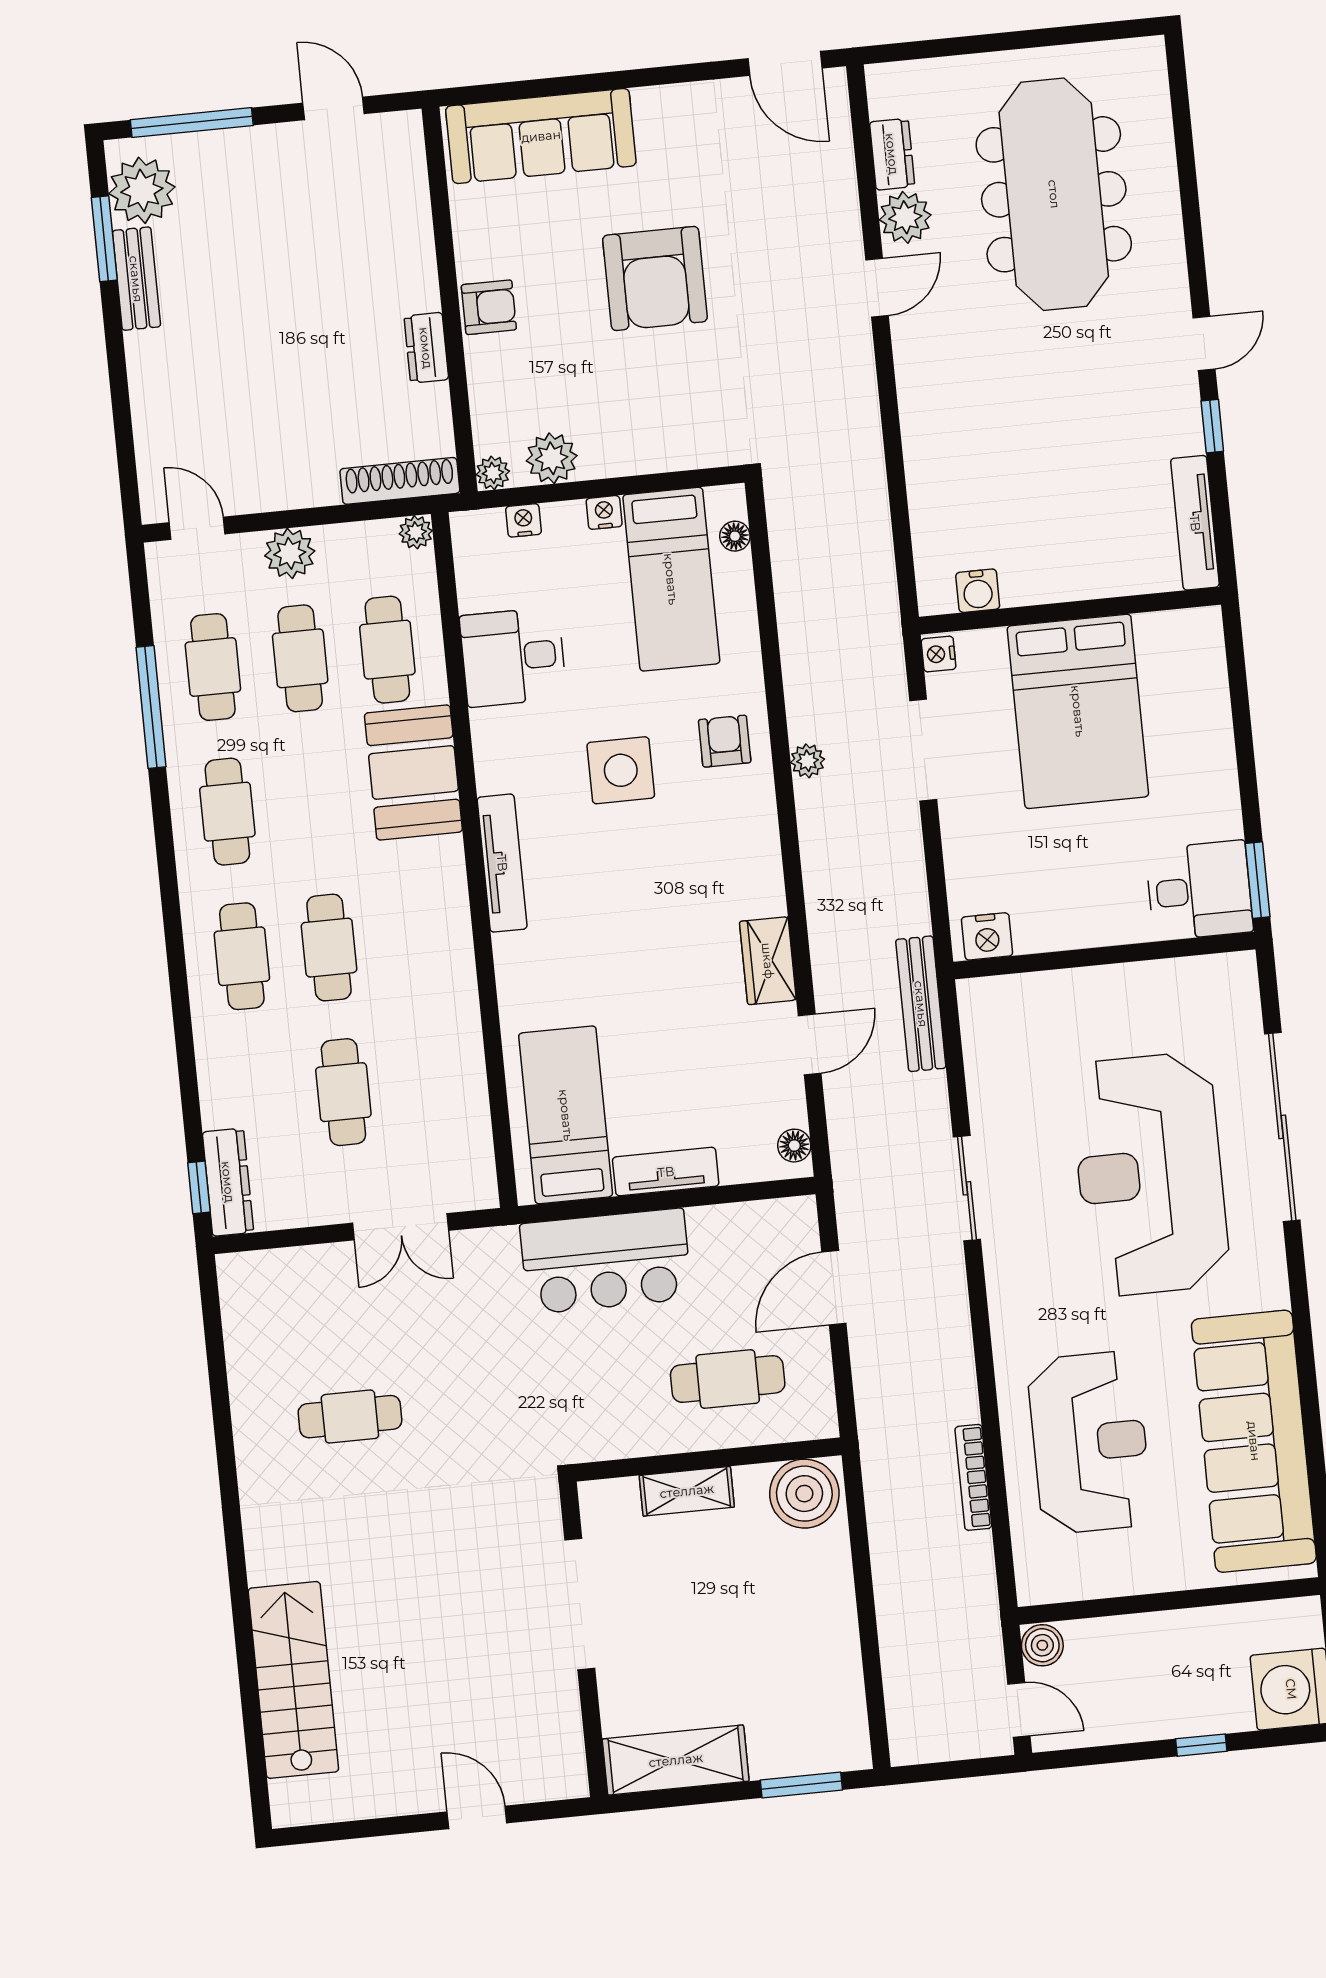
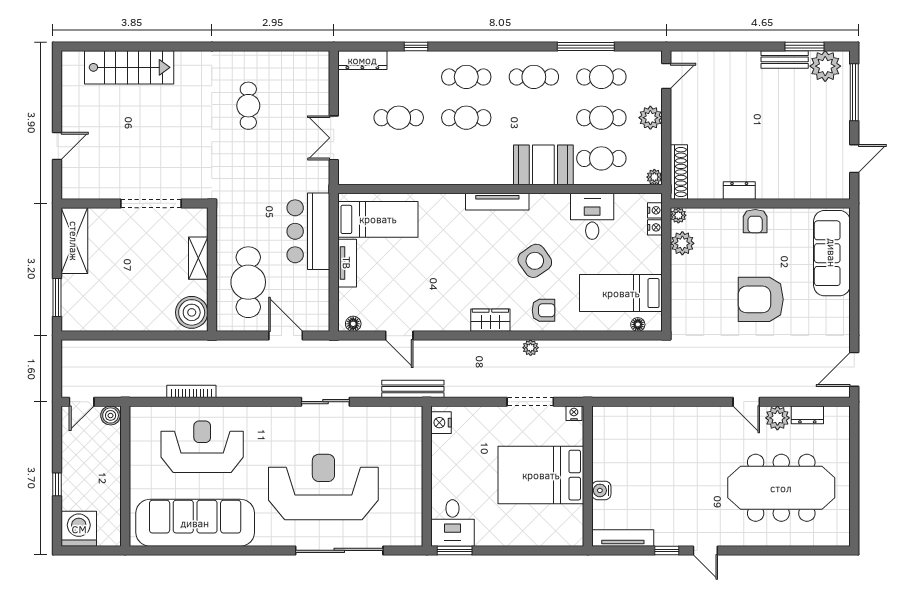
nightstand: (604, 512) -> (655, 210), moved
water cooler: (978, 591) -> (601, 490), moved
side table: (621, 770) -> (535, 261), turned -35
wardrobe: (768, 961) -> (490, 320), moved
window: (199, 1187) -> (416, 46), moved
cafe table: (728, 1379) -> (248, 282), width x1.37, depth x1.35
reception desk: (1090, 1442) -> (202, 447), turned 180

